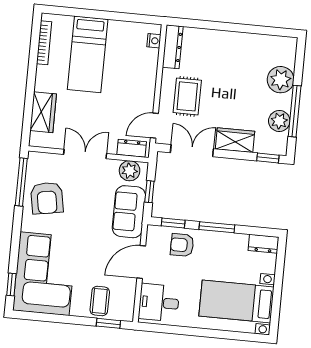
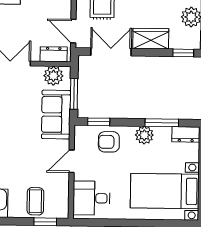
door: (154, 126) -> (73, 31), hinge flipped
window: (149, 192) -> (74, 94), width x1.50
window: (217, 227) -> (162, 123), moved
plant: (220, 241) -> (144, 135), added
door: (141, 262) -> (72, 161), width x0.73

